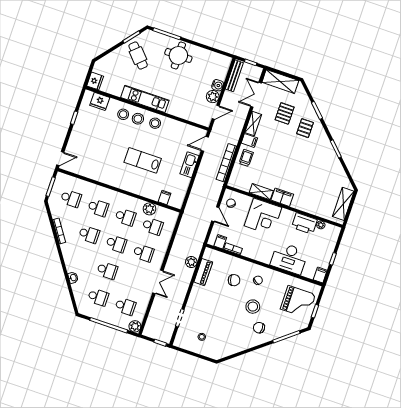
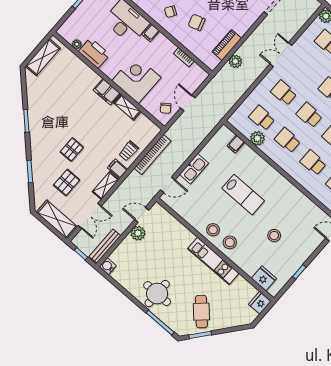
water cooler: (218, 85) -> (108, 266), moved
stool: (123, 114) -> (274, 236), moved
pallet: (305, 128) -> (72, 150), moved
filing cabinet: (220, 242) -> (151, 33), moved

